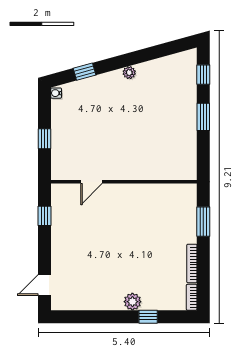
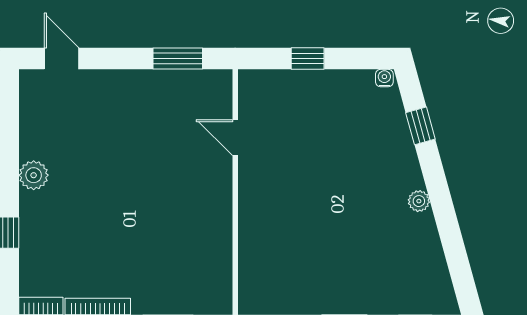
window: (44, 216) -> (178, 59), width x1.50
plant: (132, 302) -> (34, 175), moved

